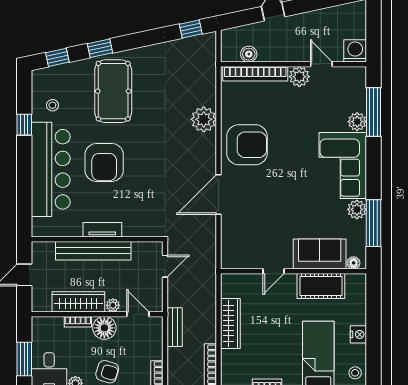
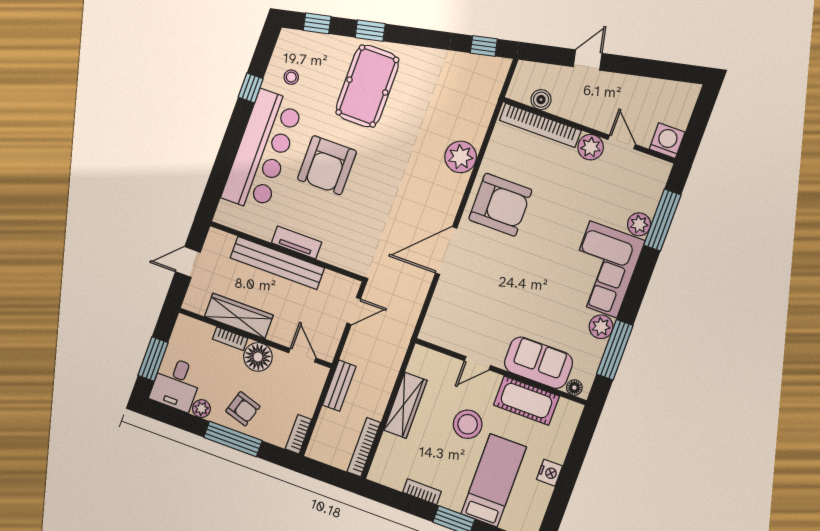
plant: (113, 305) -> (277, 334), removed
stool: (355, 373) -> (468, 424), moved, width x1.89, depth x1.89

